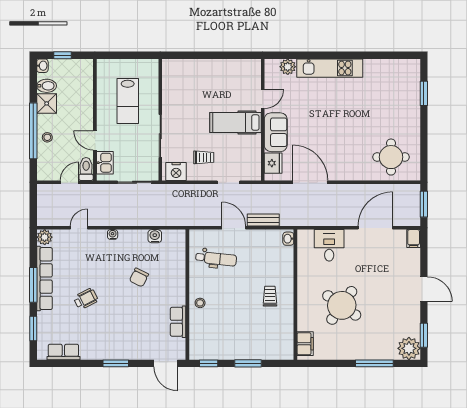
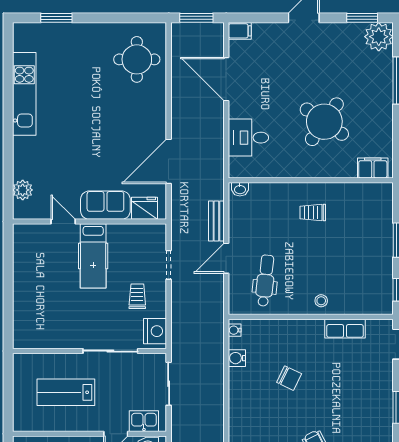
kitchen unit: (330, 68) -> (24, 94), moved
lab bench: (128, 101) -> (66, 392), turned 180
water cooler: (113, 234) -> (235, 330), moved

